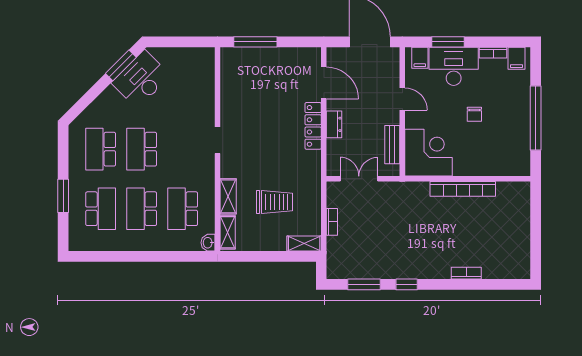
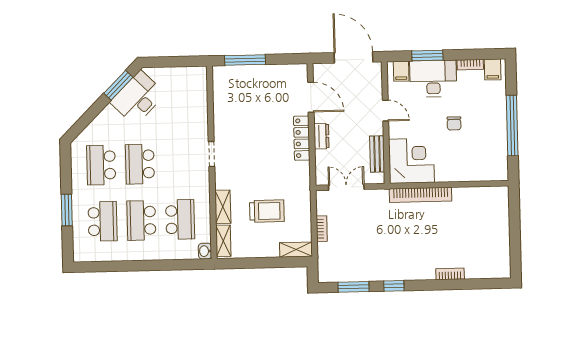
bookcase: (463, 189) -> (421, 195), moved
school desk: (183, 209) -> (180, 219), turned 180

